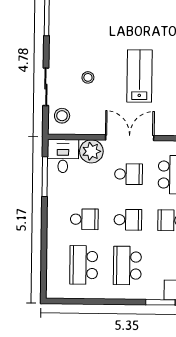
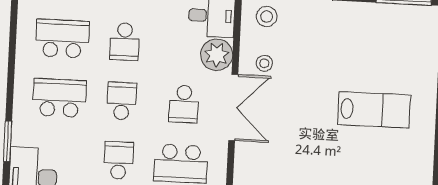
lab bench: (139, 76) -> (374, 110), moved
stool: (88, 77) -> (264, 63), moved
school desk: (128, 220) -> (122, 101), turned 180

